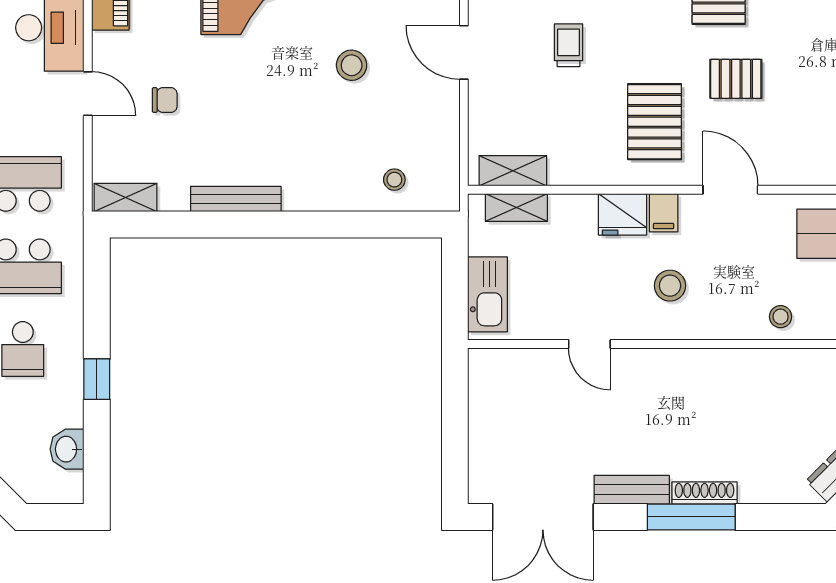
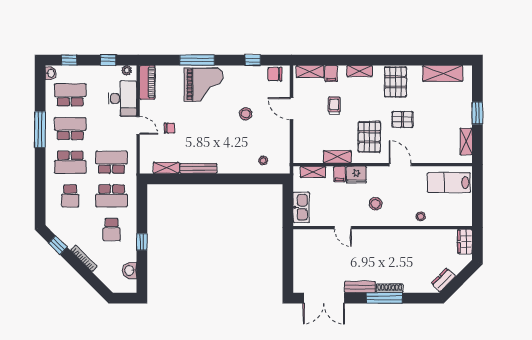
shelving: (513, 171) -> (337, 157), moved
shelving: (126, 197) -> (166, 168), moved
filing cabinet: (664, 213) -> (340, 174), moved

